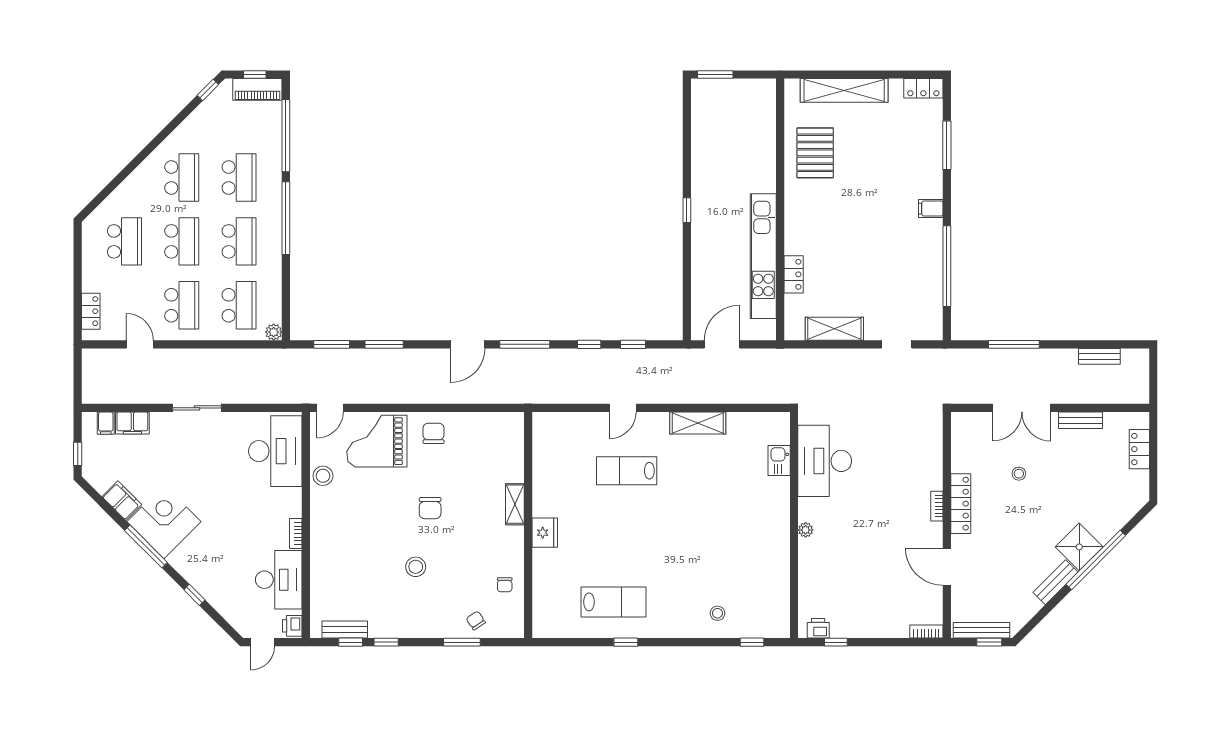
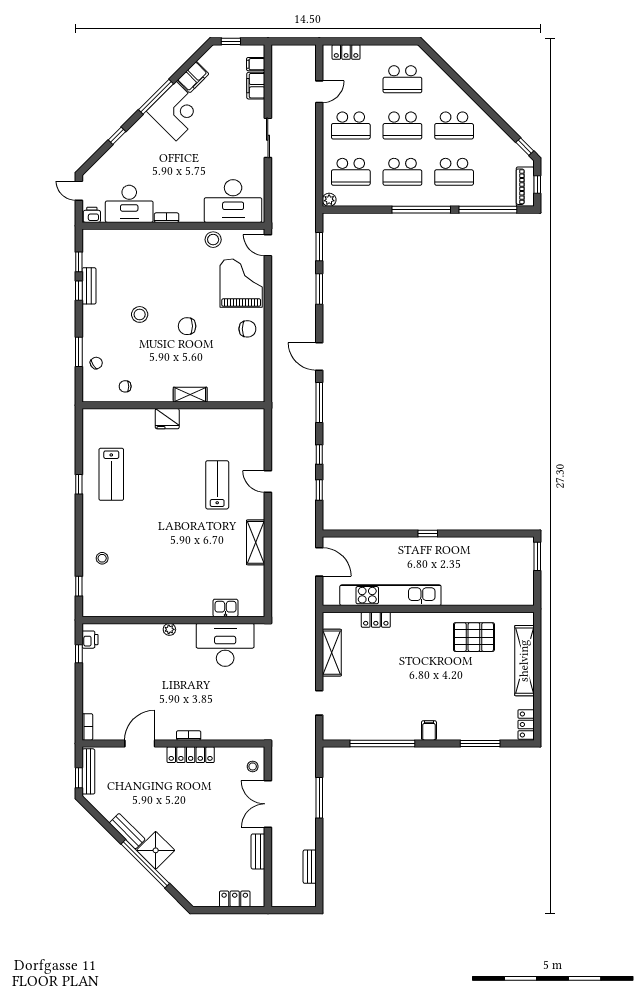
stool: (1019, 474) -> (253, 766), moved
bench: (345, 630) -> (89, 286), moved

